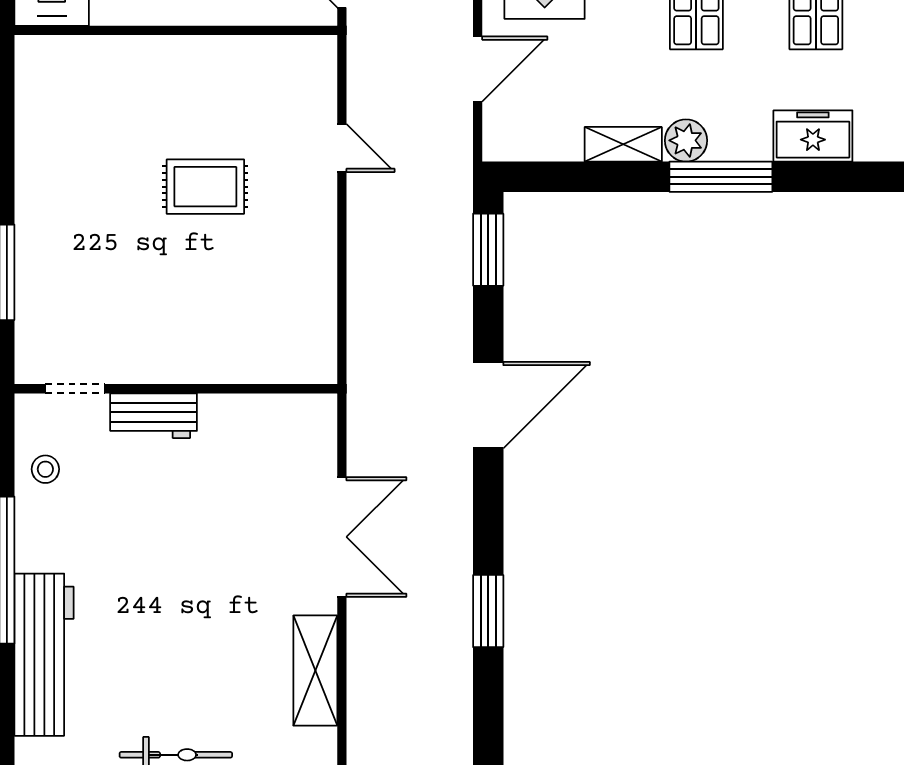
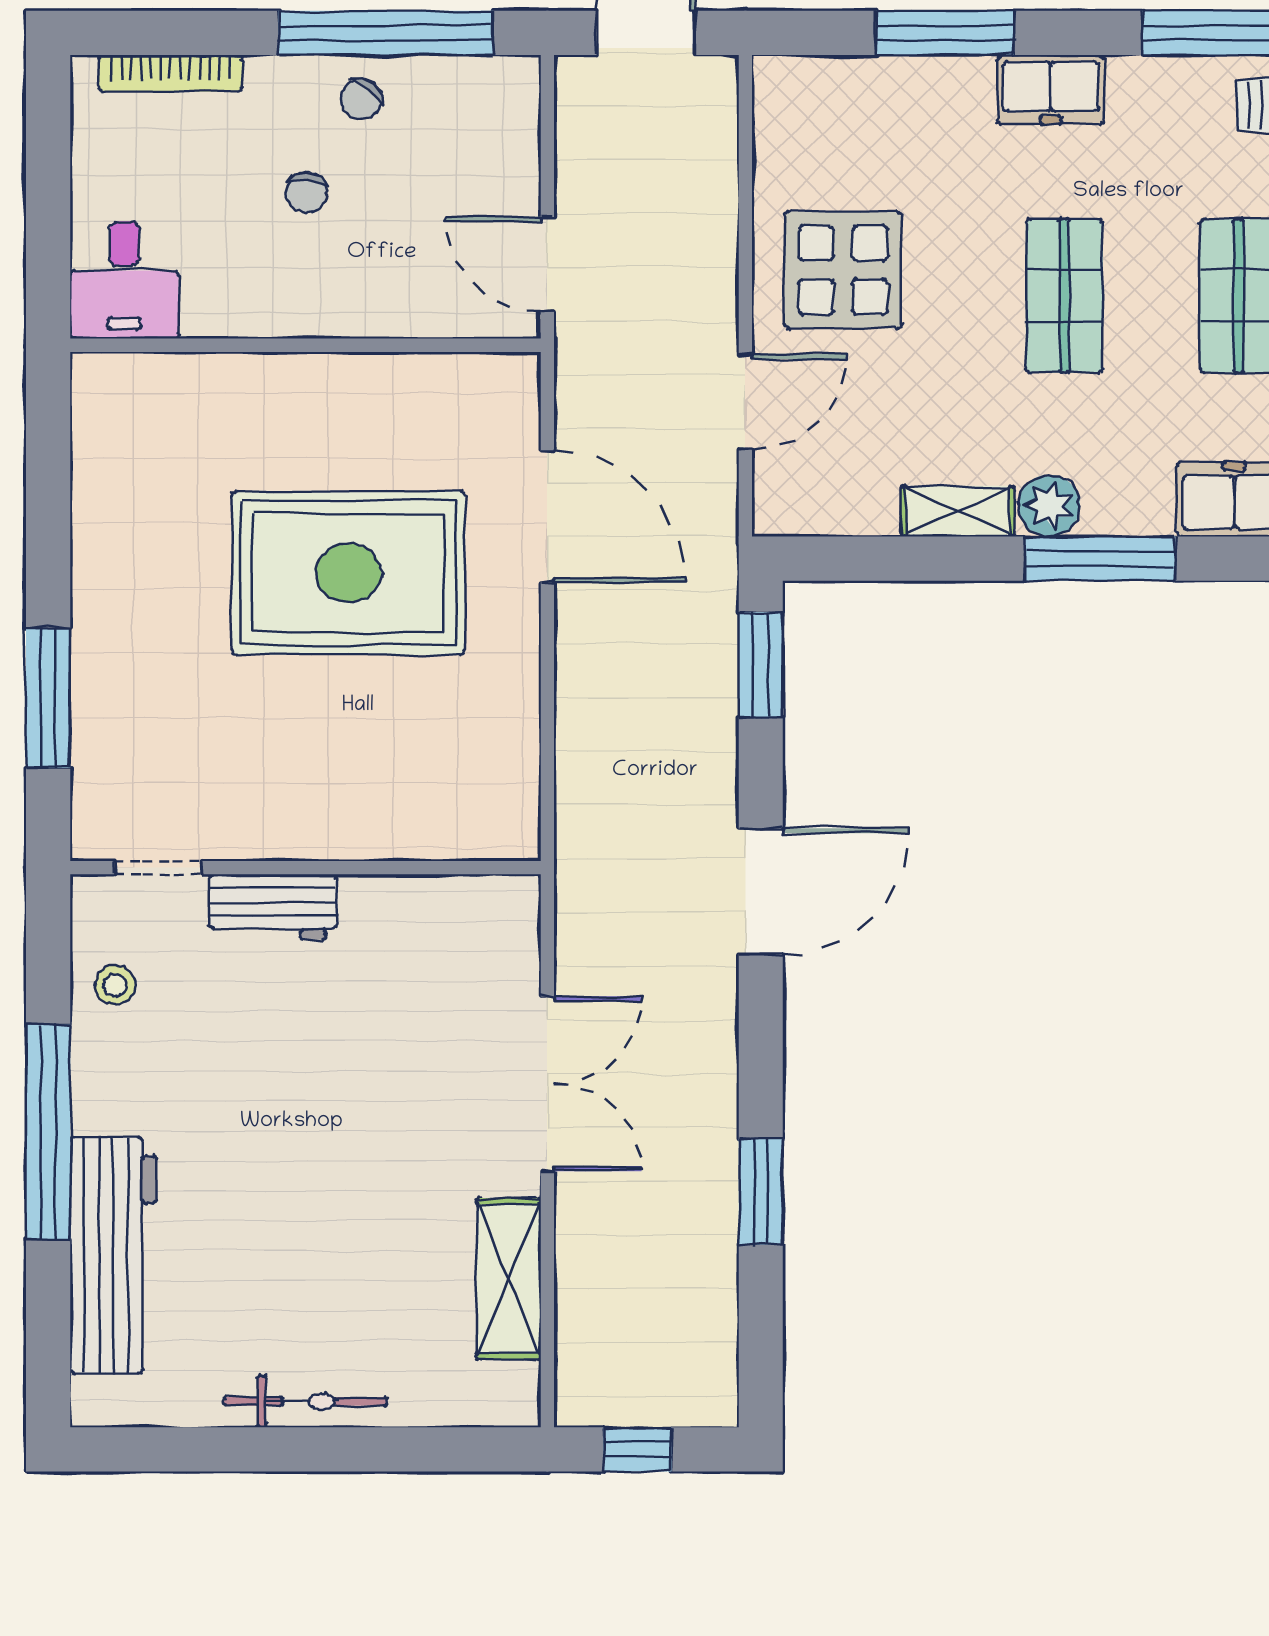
door: (342, 148) -> (547, 517), width x1.88
rug: (205, 187) -> (348, 573), width x1.86, depth x2.06

